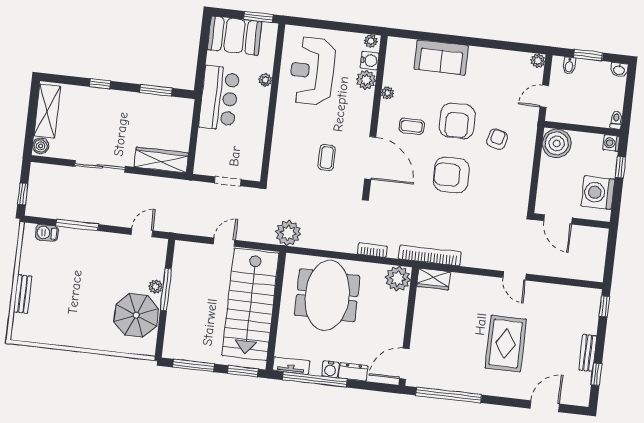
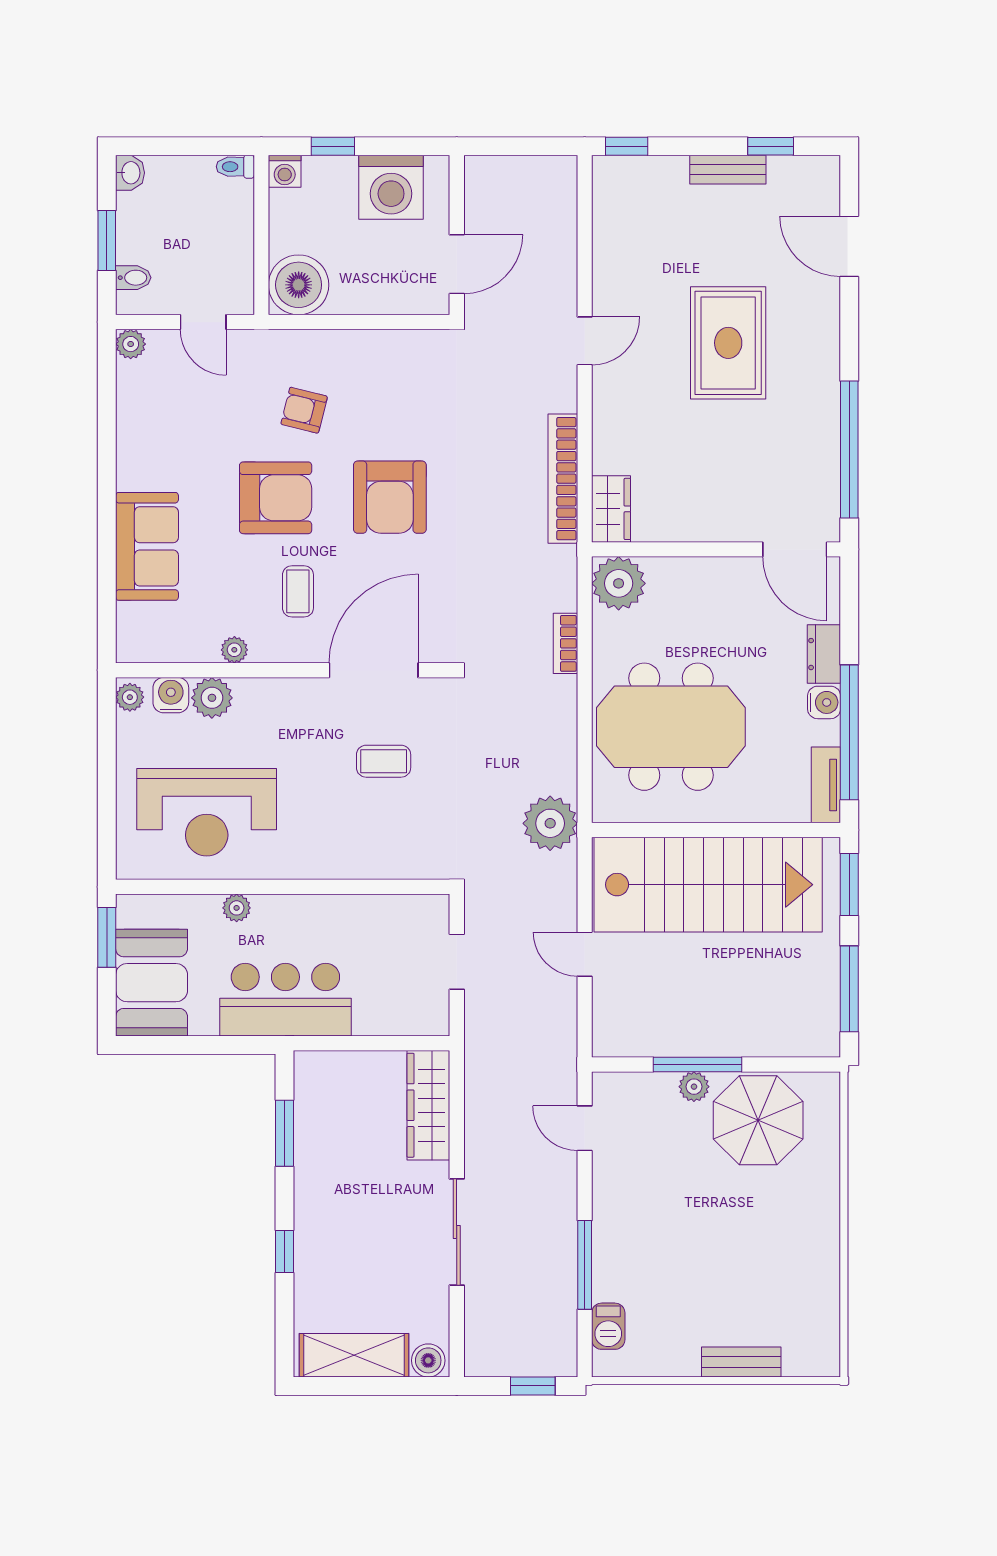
bookcase: (430, 255) -> (563, 479), moved
rug: (506, 344) -> (728, 343), turned 90

